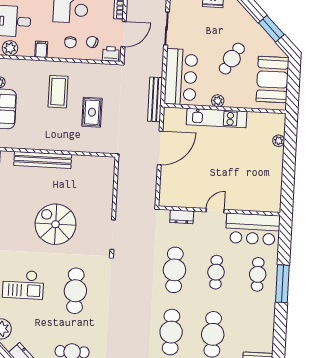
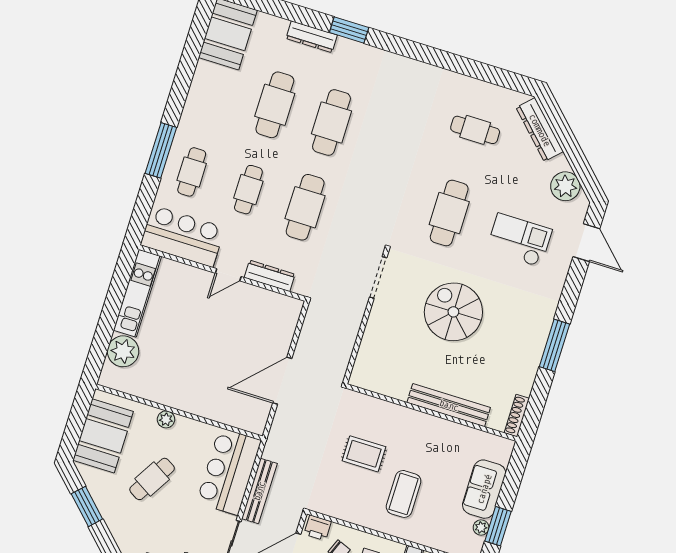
bench: (155, 99) -> (259, 491), moved
plant: (218, 101) -> (166, 419), moved
rug: (92, 112) -> (364, 454), turned 90
kitchen unit: (217, 118) -> (137, 293), moved, turned 90
plant: (279, 141) -> (123, 351), width x1.88, depth x1.88
dresser: (182, 217) -> (270, 276), width x1.44
spiral stairs: (55, 224) -> (453, 312), turned 180

